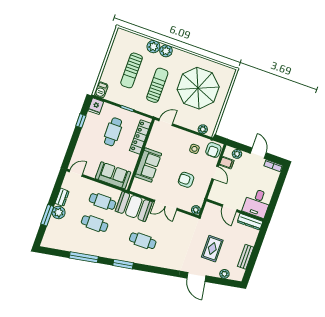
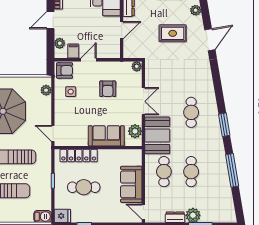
sofa: (113, 175) -> (131, 184), moved
plant: (144, 190) -> (135, 131), added

